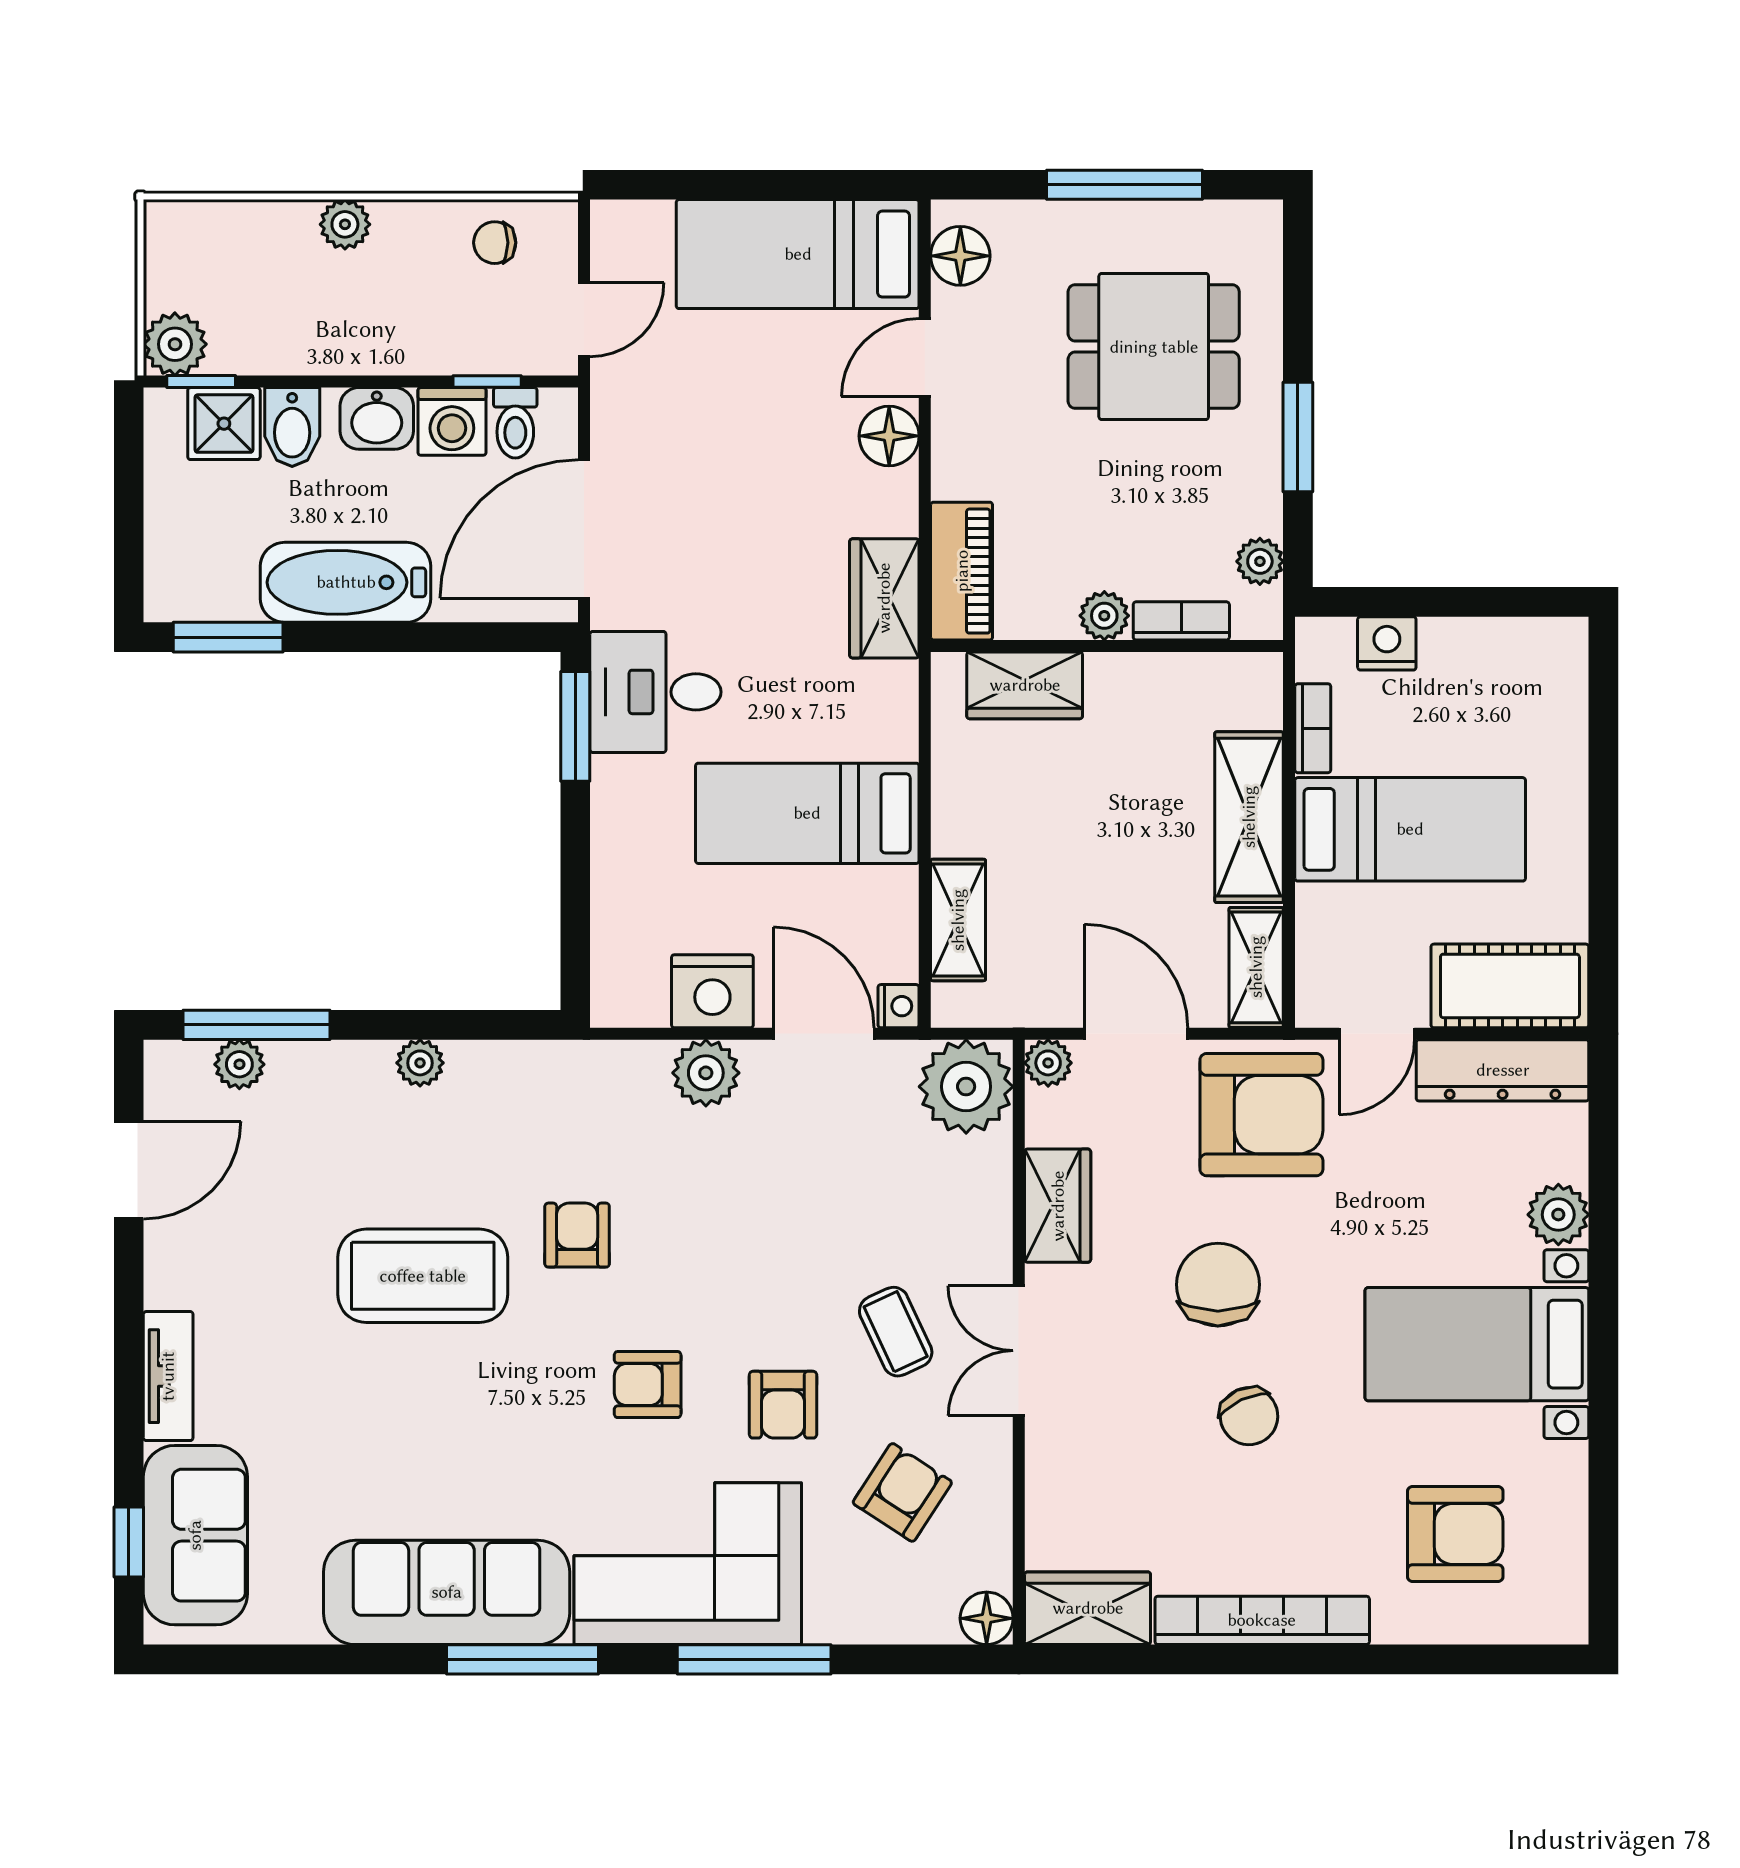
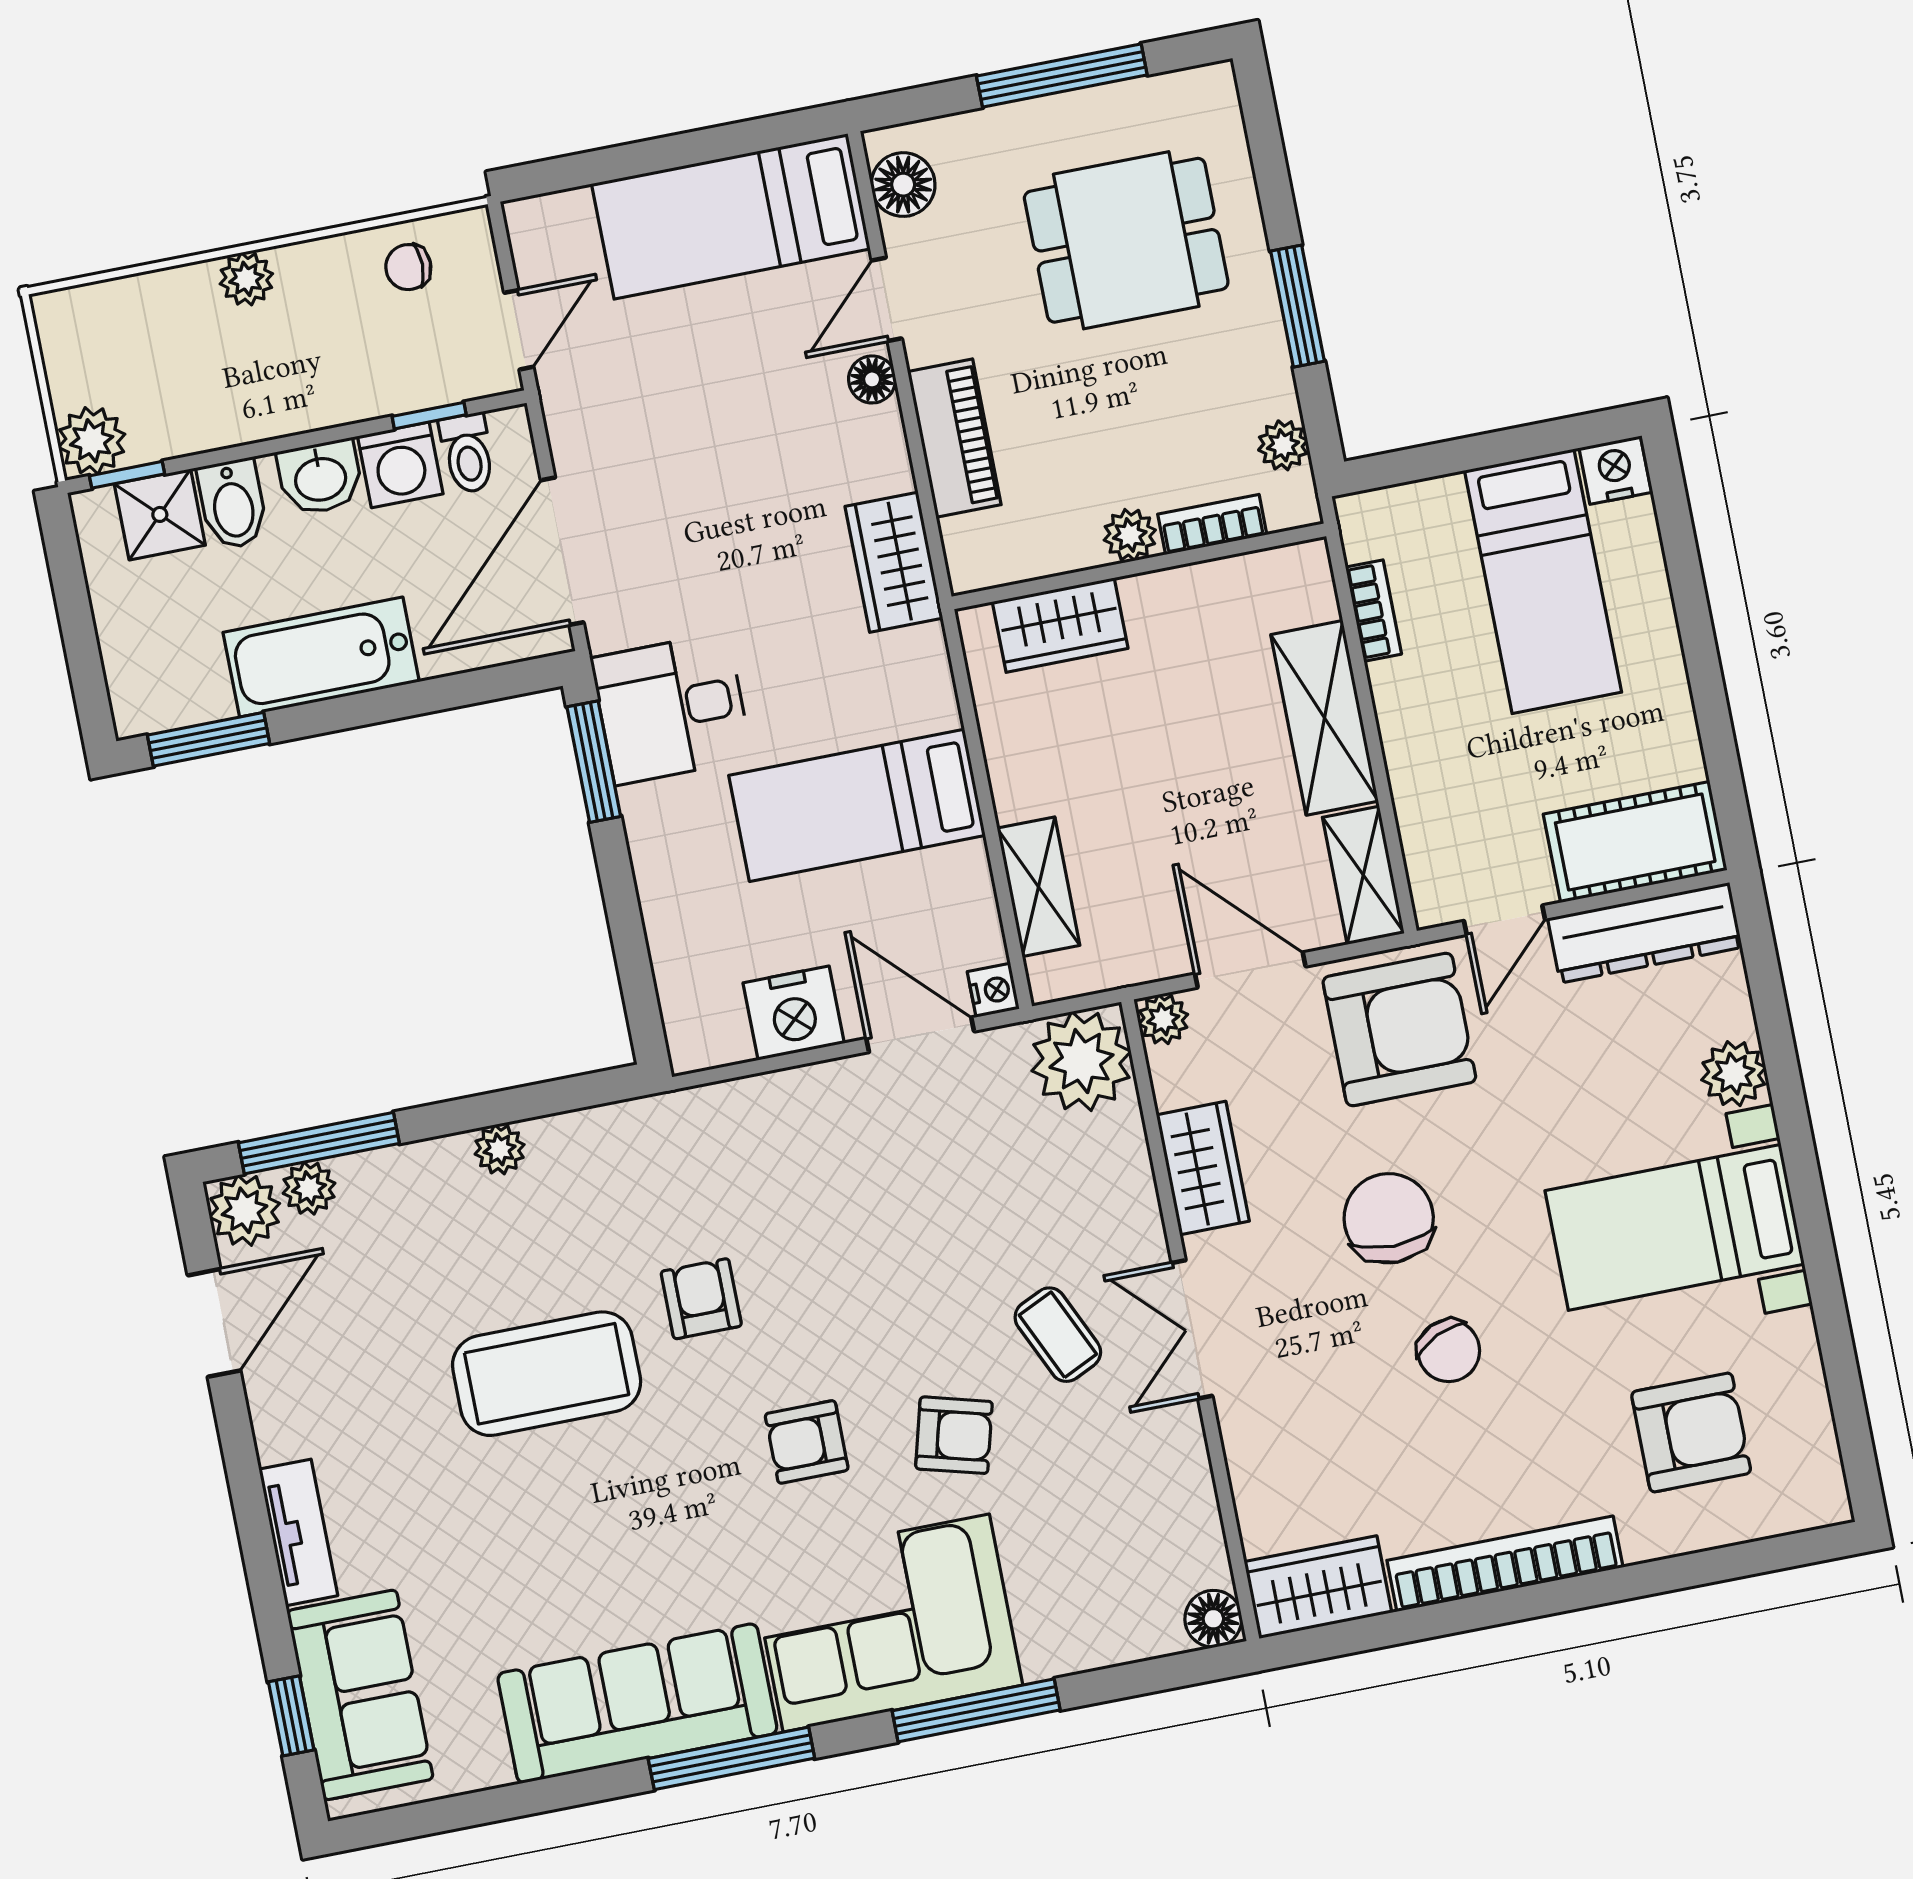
floor lamp: (889, 436) -> (872, 379), width x0.73, depth x0.73
piano: (962, 571) -> (954, 438), moved
nightstand: (1387, 643) -> (1615, 470), moved
bed: (1410, 829) -> (1543, 581), moved, turned 90
plant: (706, 1073) -> (245, 1210), moved
armchair: (783, 1405) -> (954, 1435), turned -75
armchair: (902, 1492) -> (1098, 1503), removed

